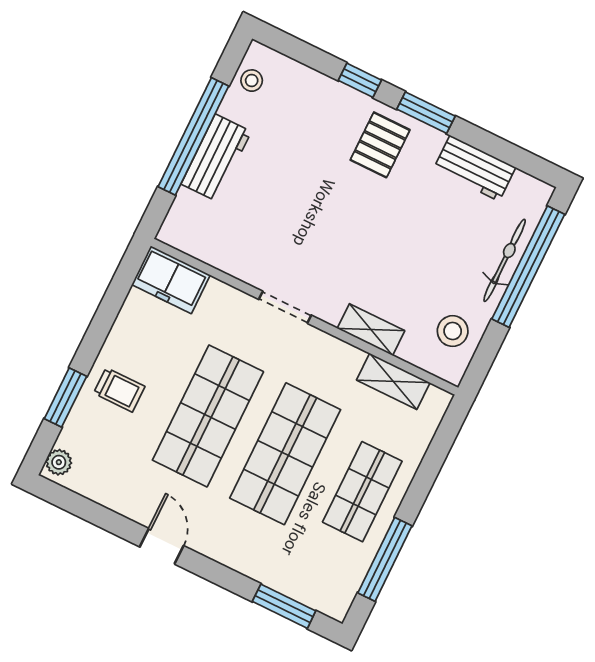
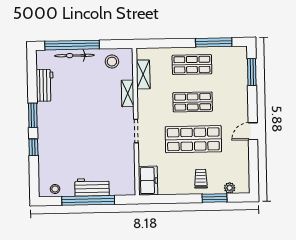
pallet: (380, 145) -> (54, 127), removed
shop shelf: (285, 454) -> (193, 102), width x0.70, depth x0.74
plant: (59, 462) -> (230, 188), moved

